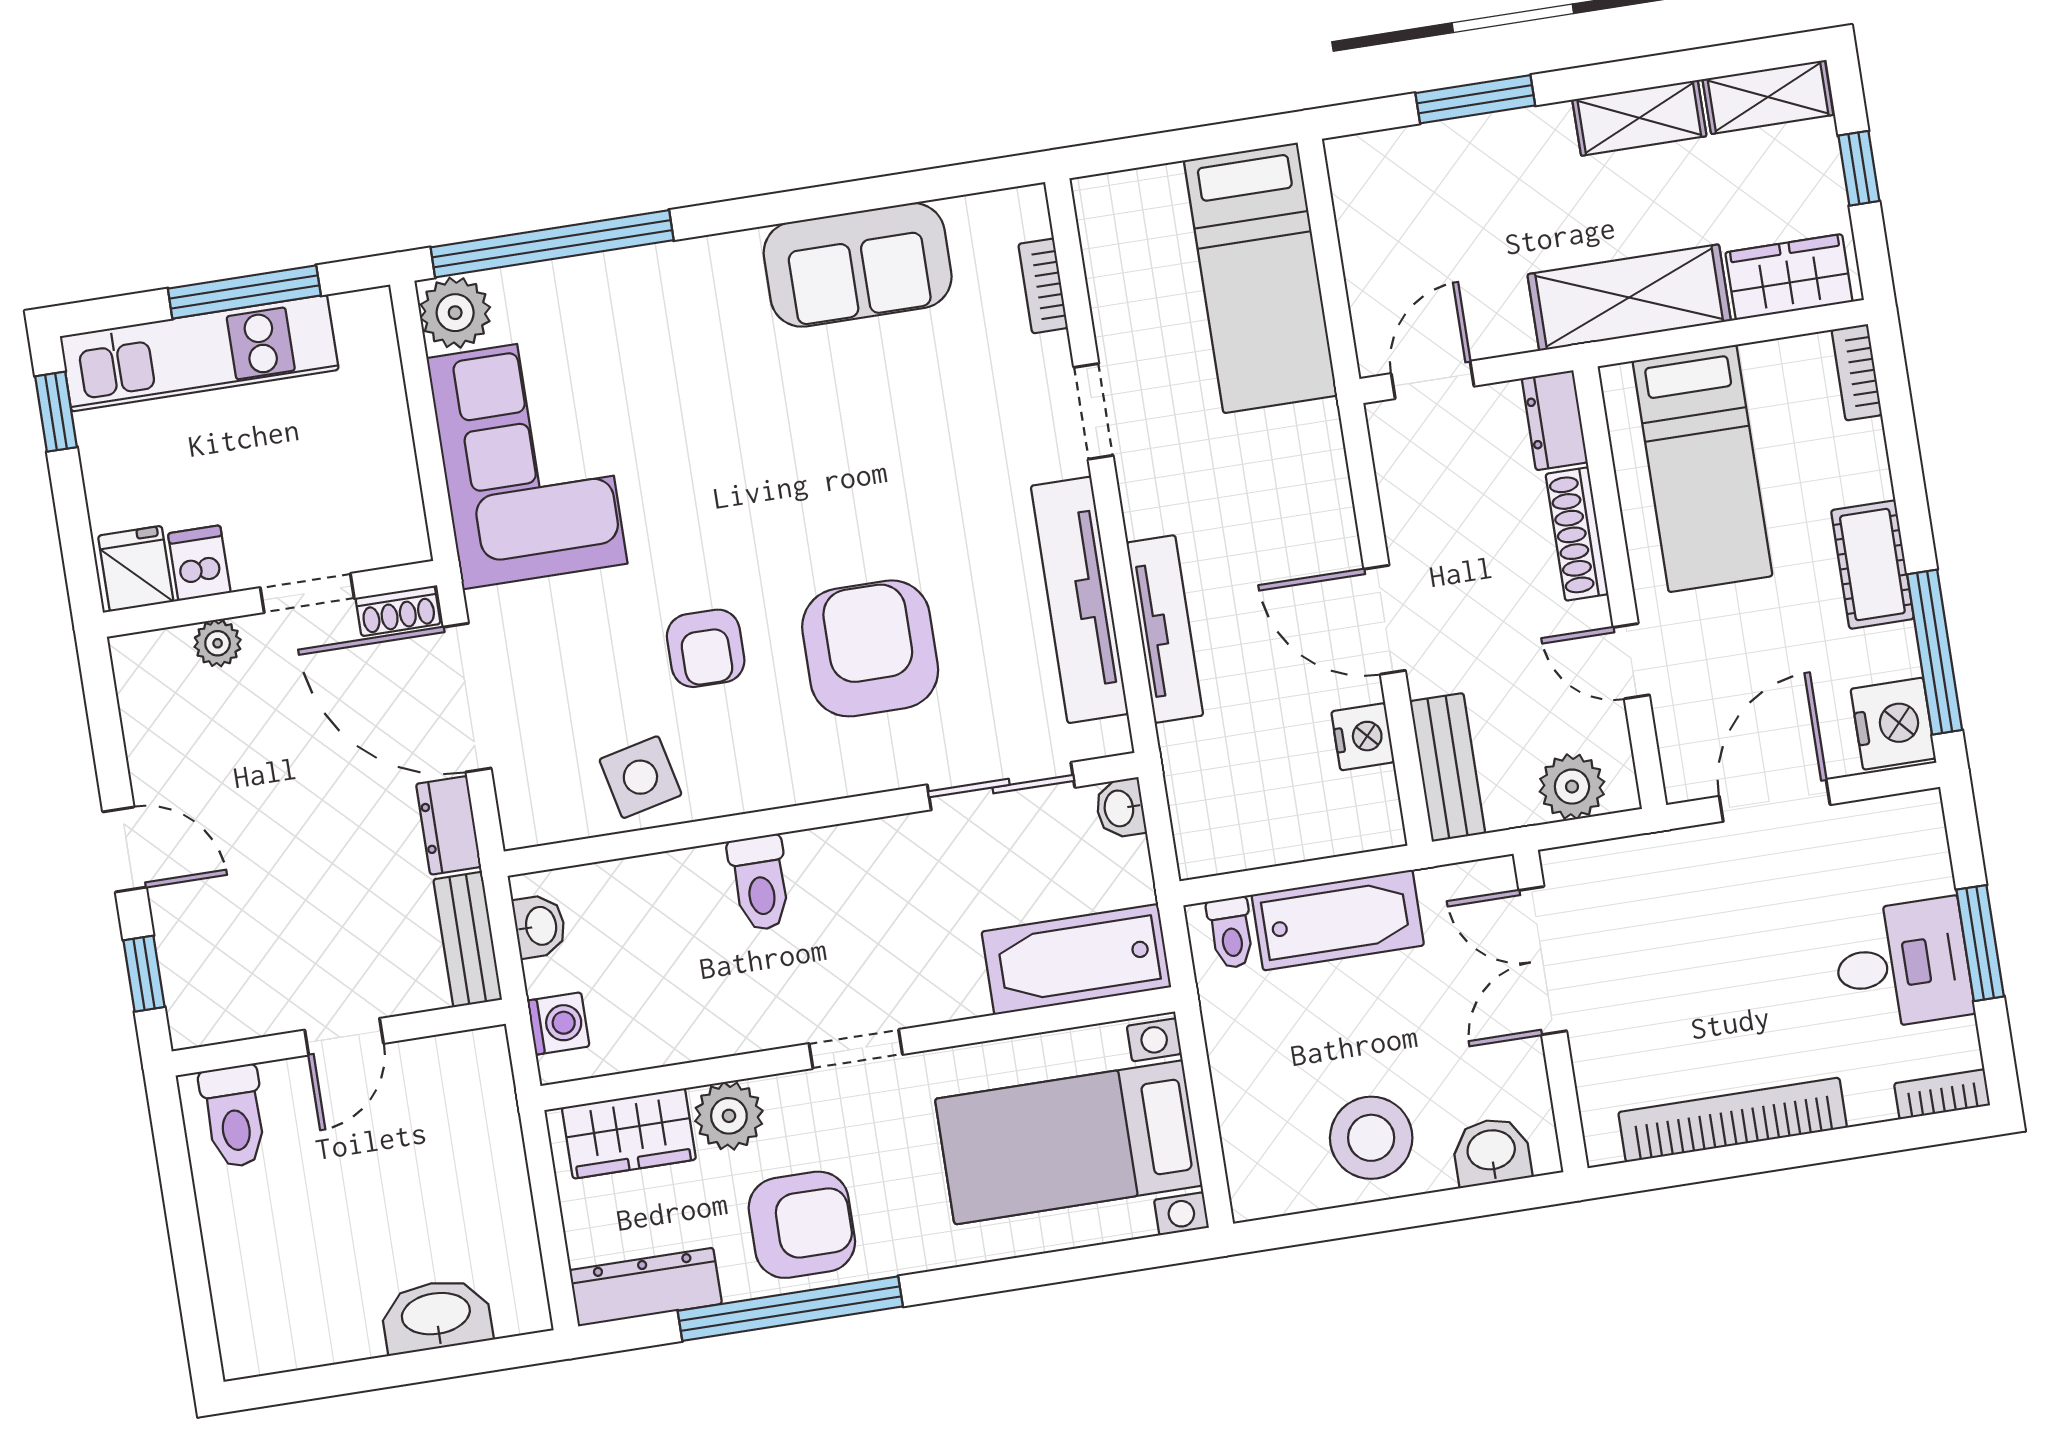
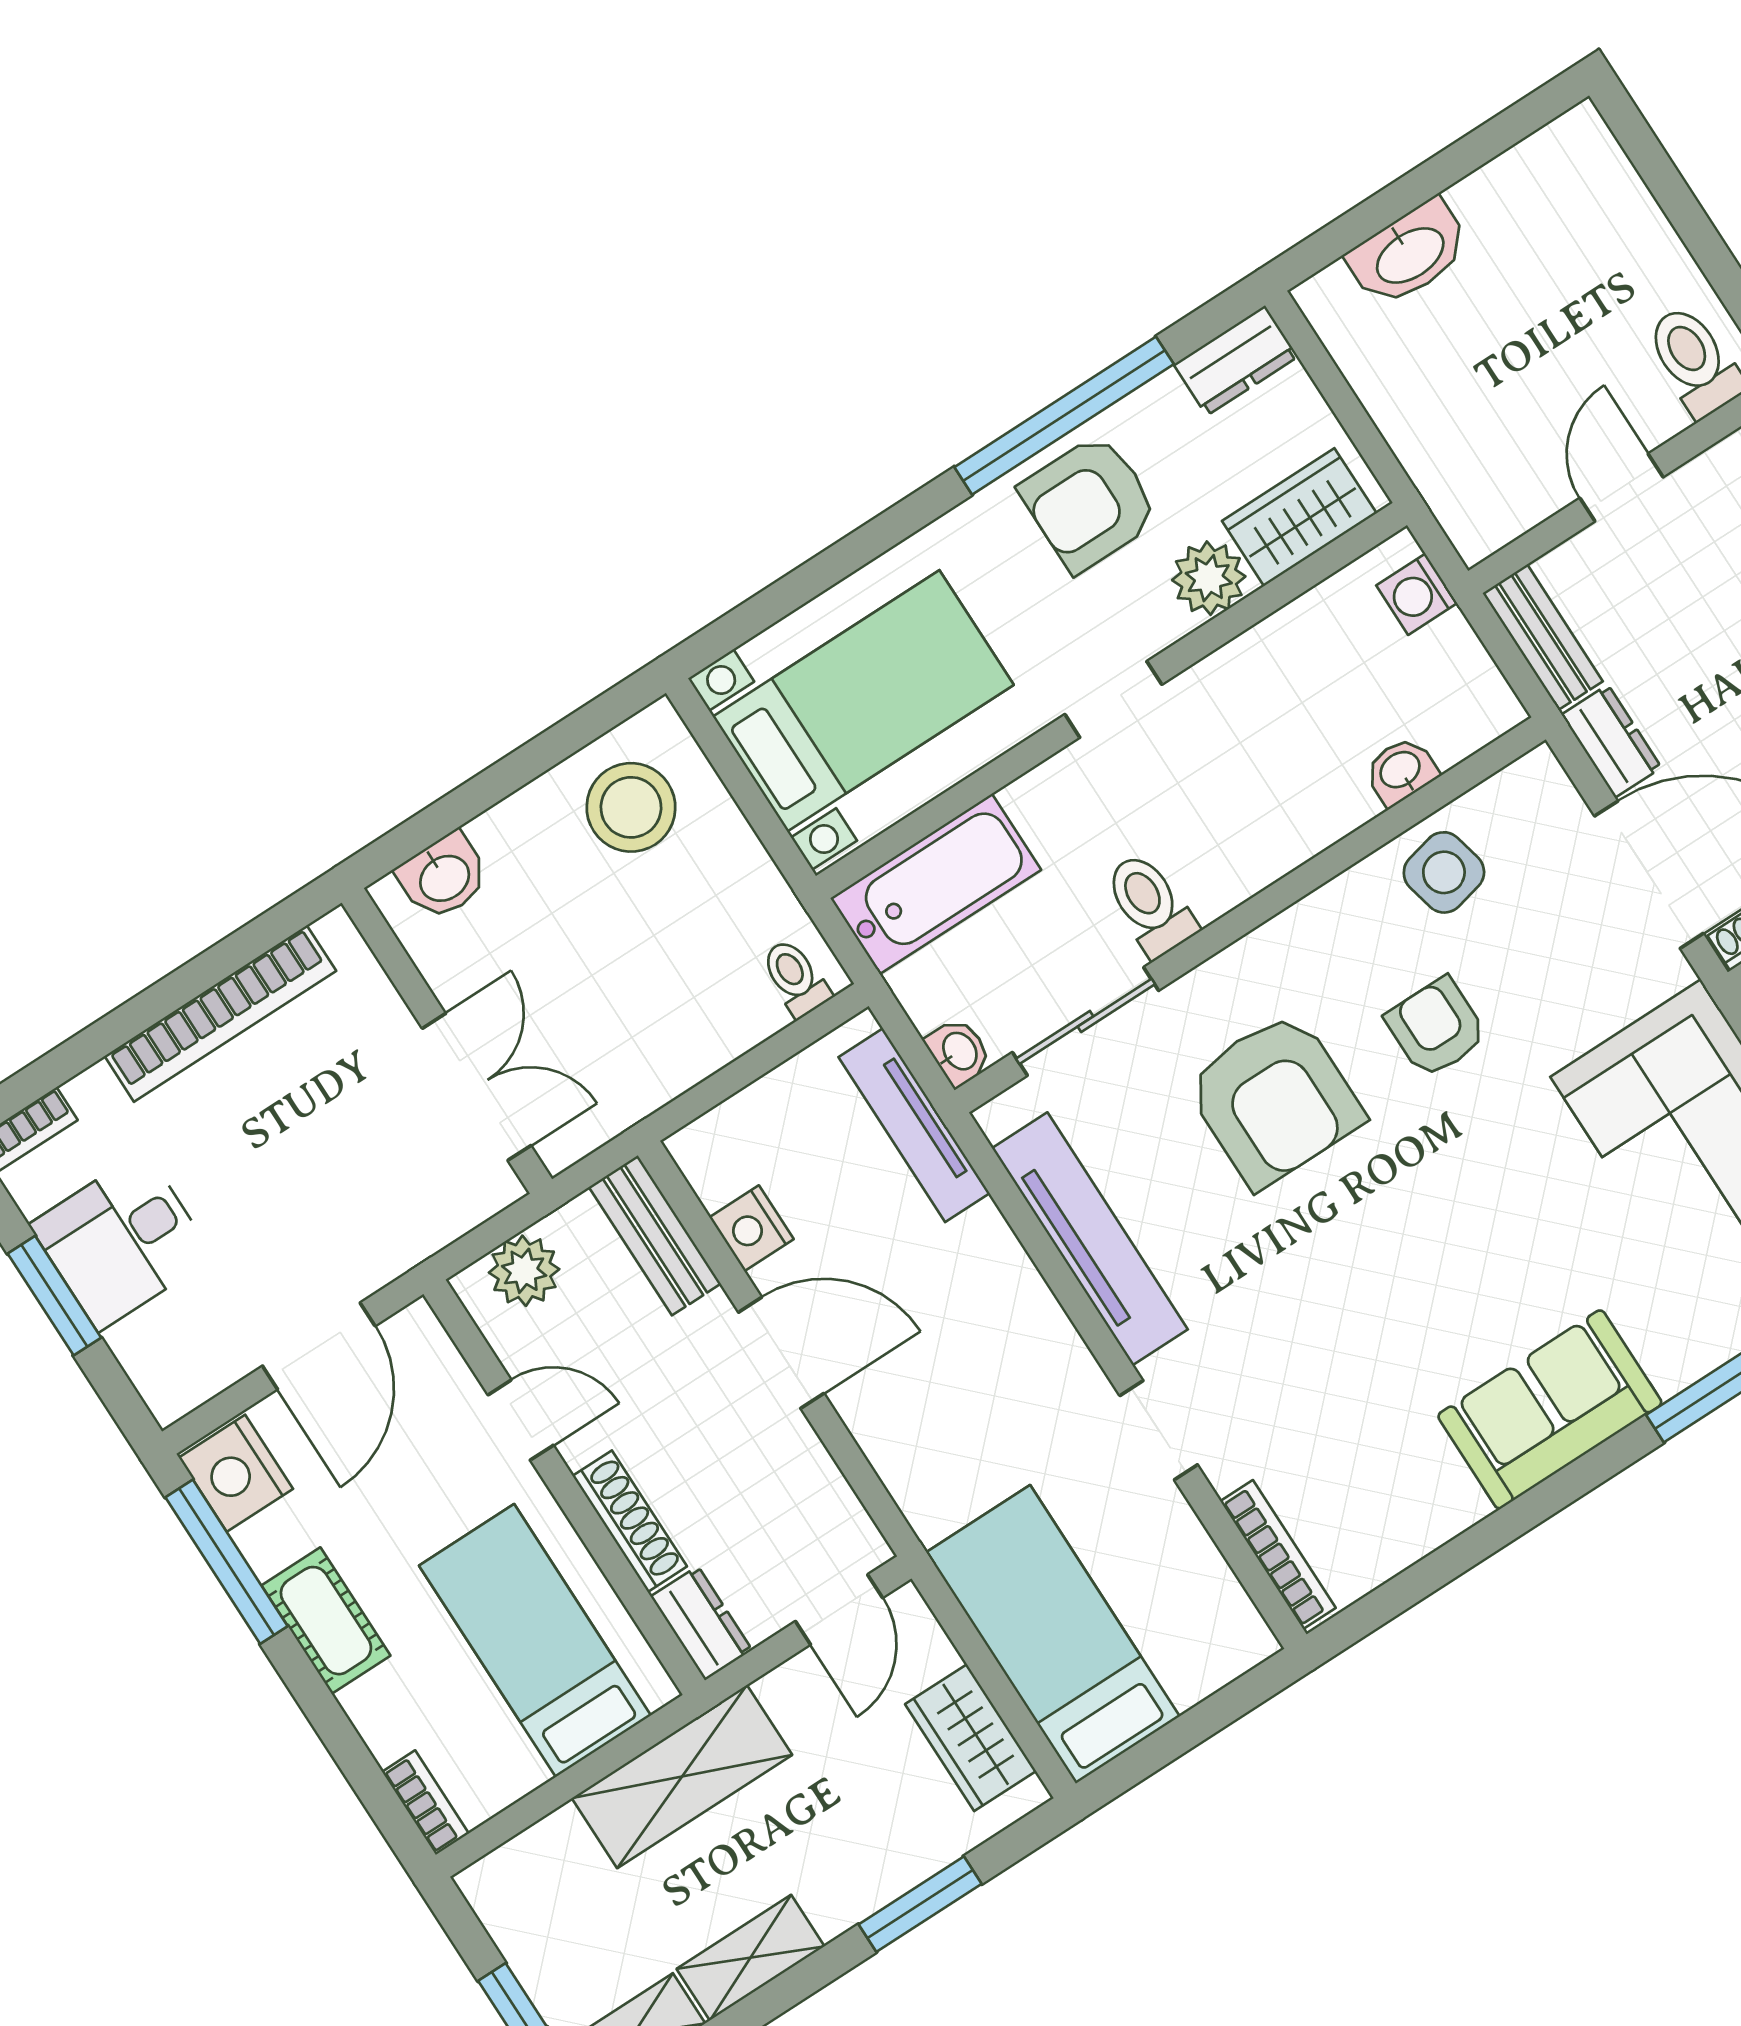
sofa: (858, 265) -> (1550, 1409), moved
wardrobe: (1789, 277) -> (971, 1738), moved, turned 90
bookcase: (1043, 286) -> (1278, 1555), width x1.56
tv unit: (1165, 629) -> (914, 1125), moved
toilet: (760, 883) -> (1150, 905), moved
bathtub: (1338, 920) -> (696, 1037), removed
washbasin: (540, 926) -> (1401, 771), moved, turned 90
stool: (1371, 1138) -> (631, 807), moved
dresser: (646, 1287) -> (1236, 361), width x0.70

